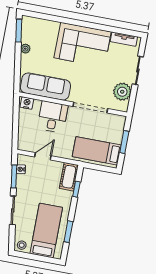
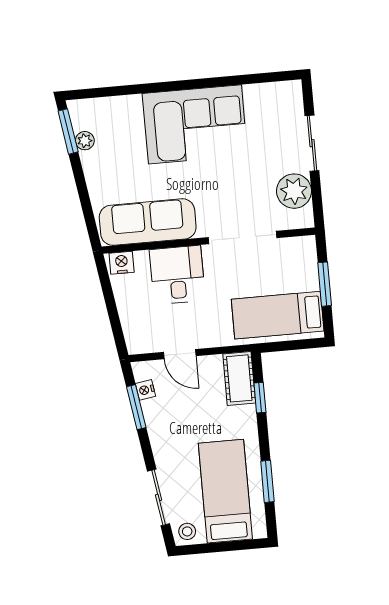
tv unit: (124, 39) -> (269, 92), removed
plant: (25, 49) -> (85, 141), moved
door: (43, 156) -> (180, 354), swing flipped
sliding door: (13, 210) -> (159, 497), moved

